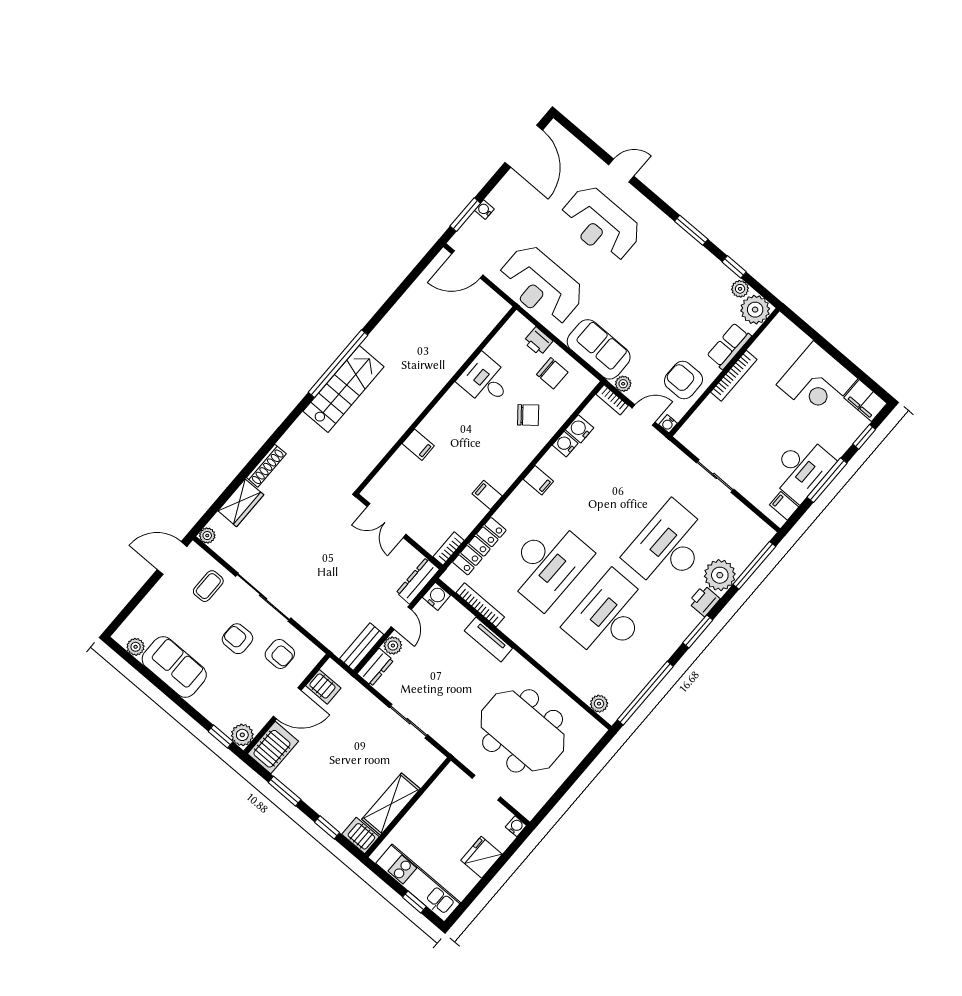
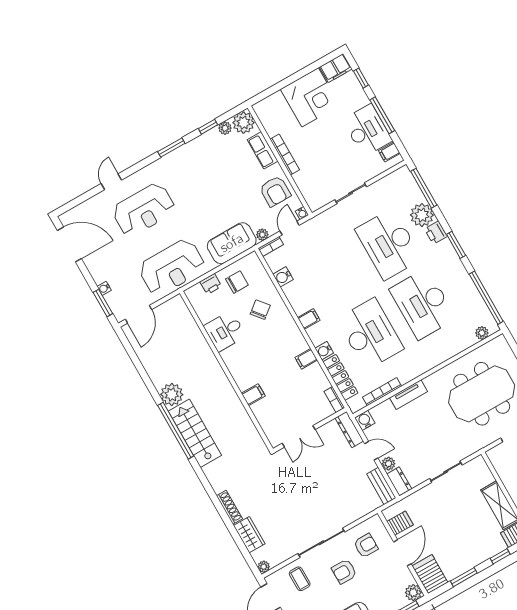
plant: (382, 342) -> (172, 394), added
armchair: (683, 380) -> (275, 191), turned -90
water cooler: (565, 444) -> (324, 351), moved

